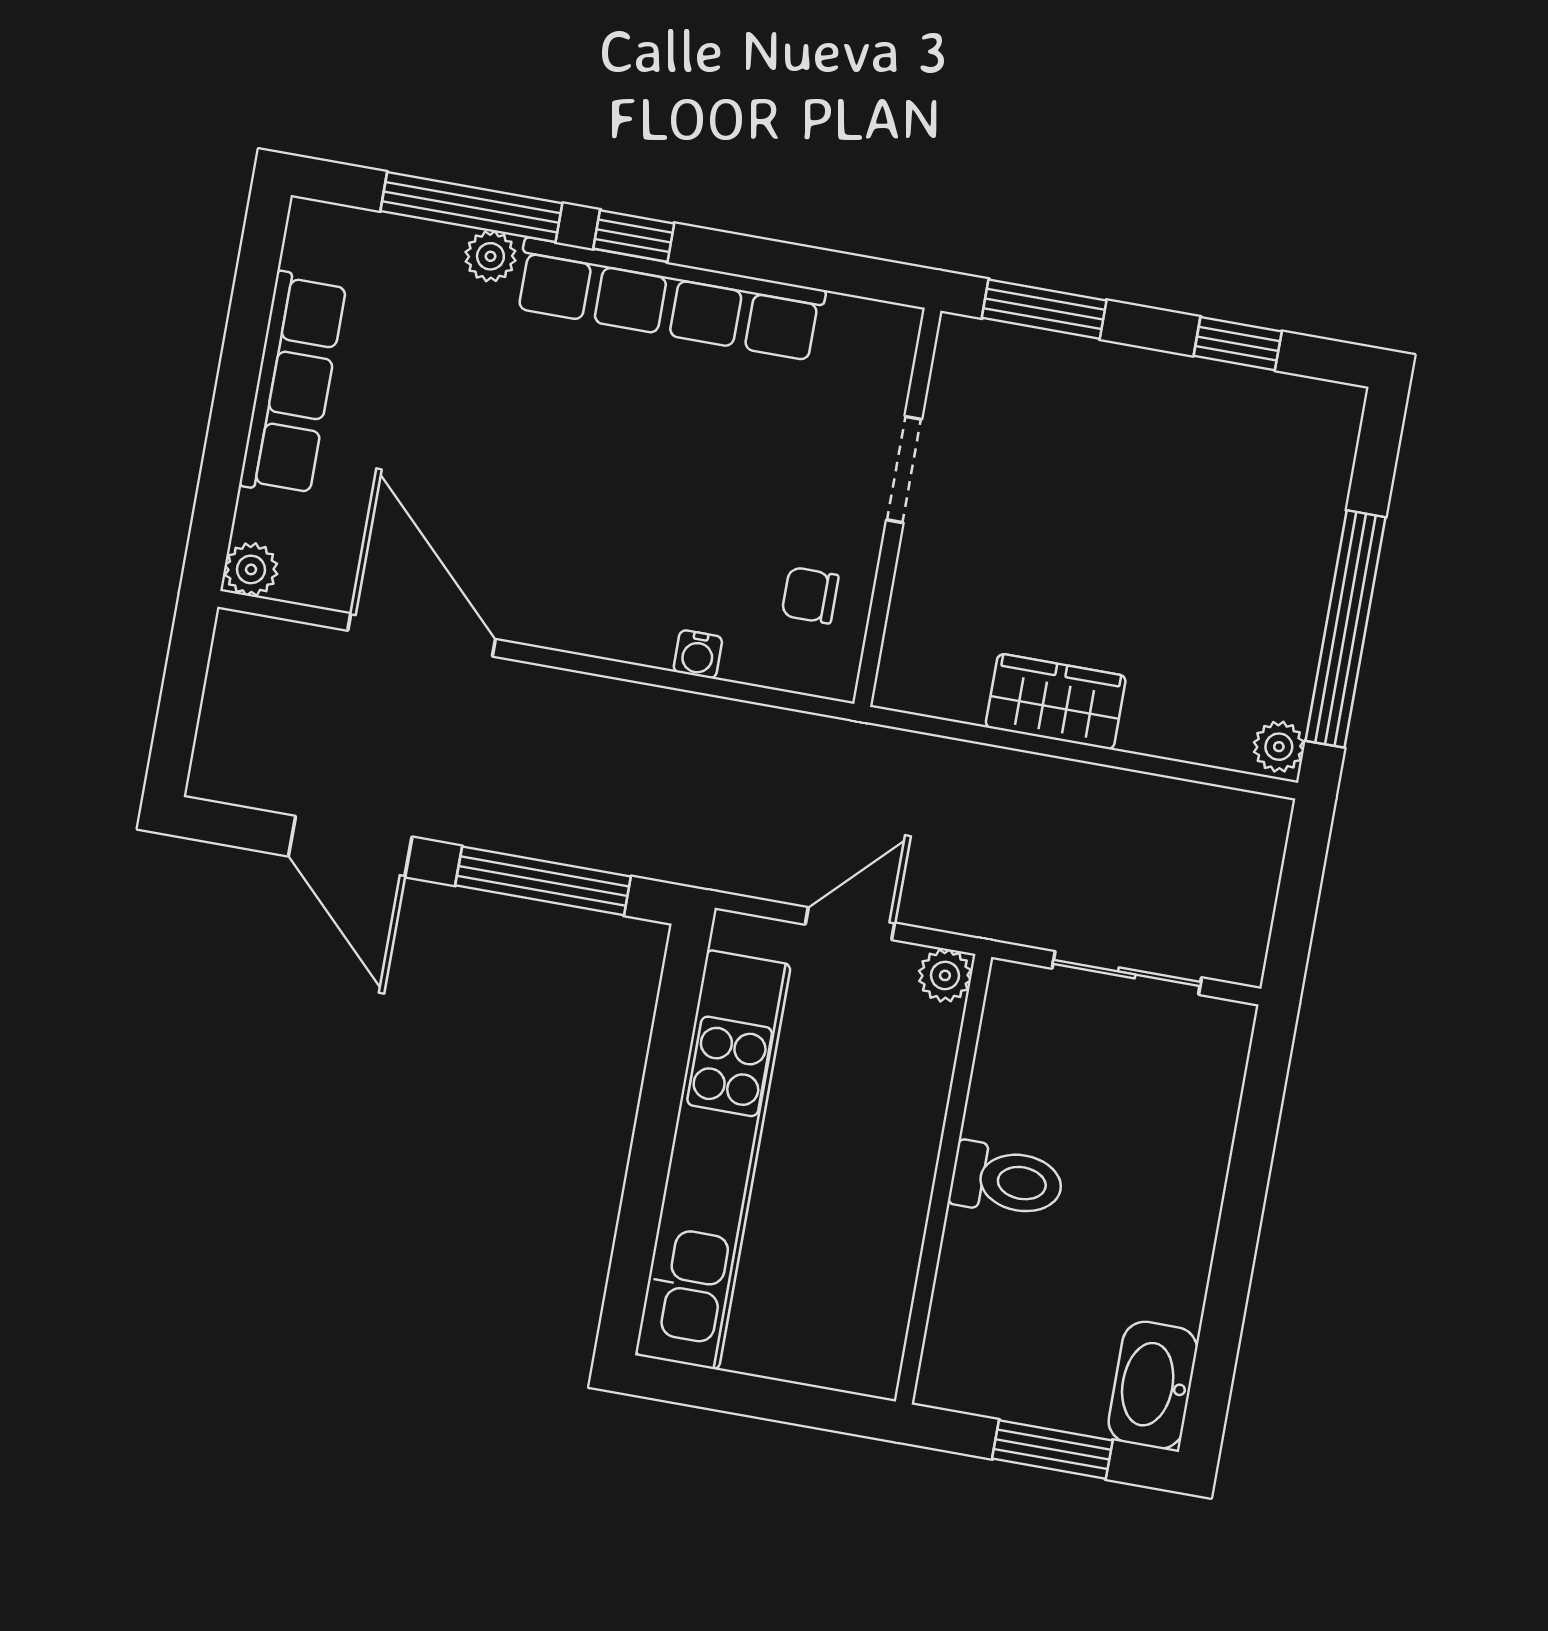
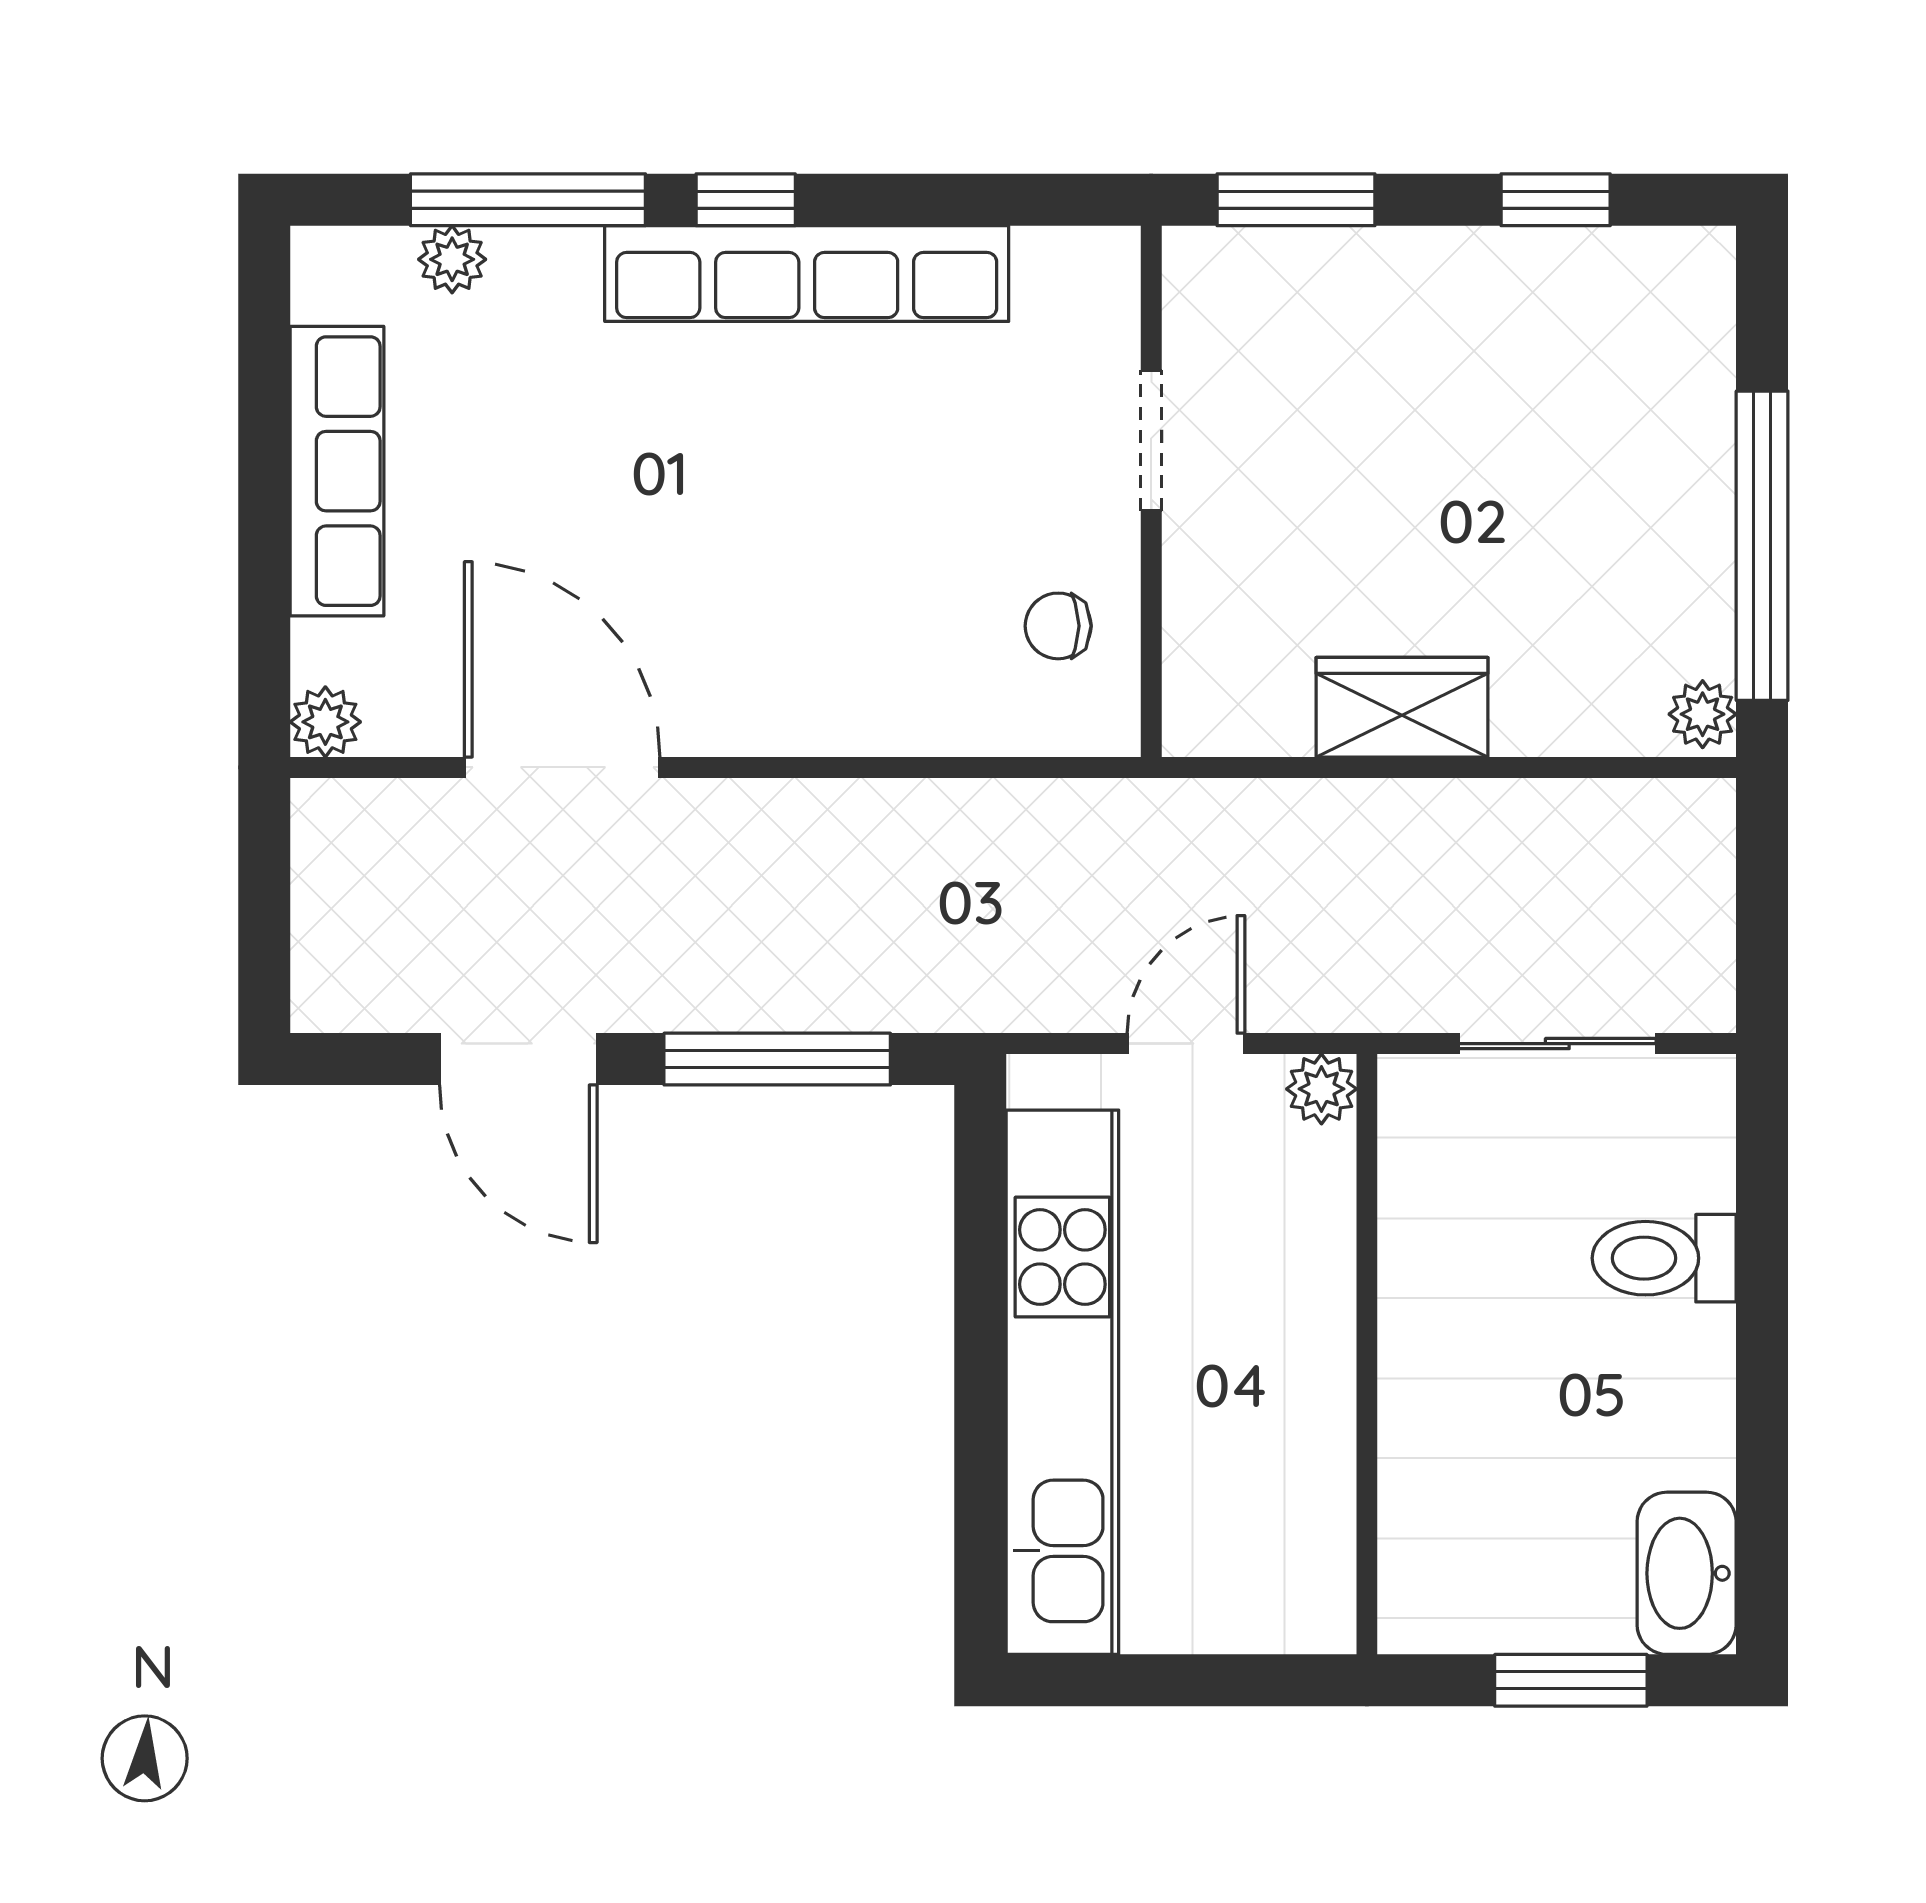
plant: (490, 256) -> (452, 259), moved
water cooler: (698, 654) -> (926, 729), removed
toilet: (1007, 1180) -> (1664, 1258), moved, turned 180

